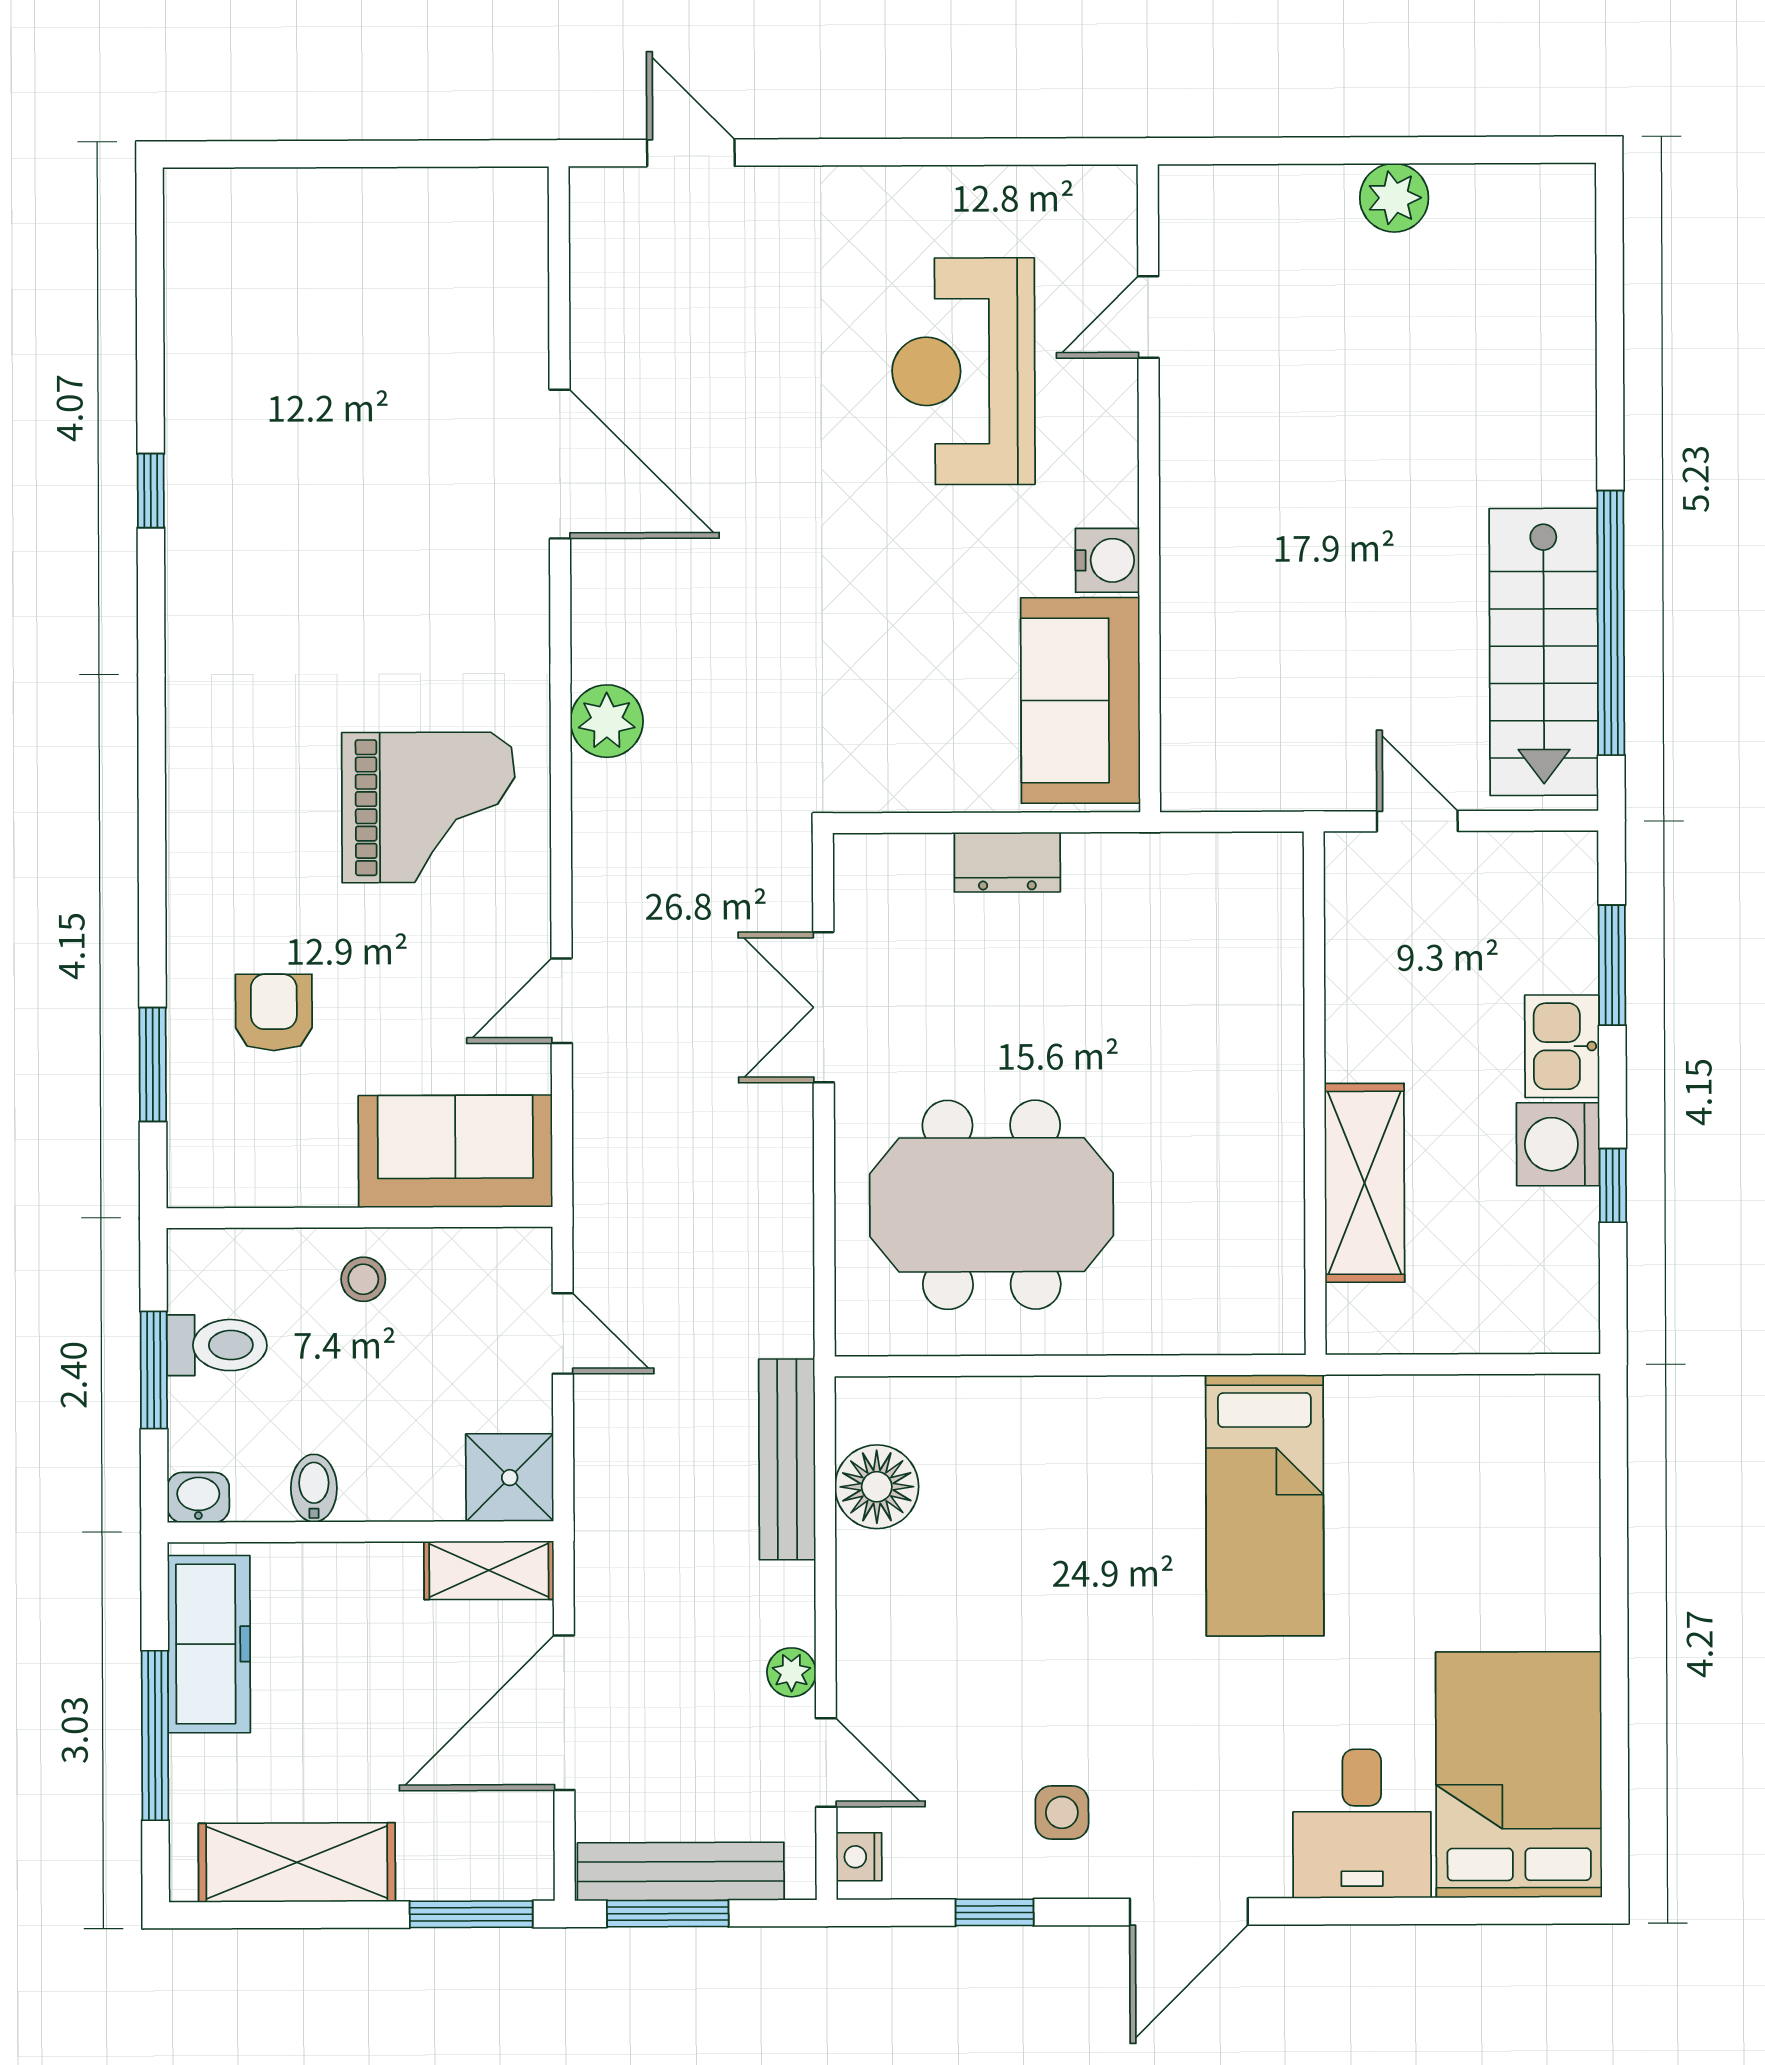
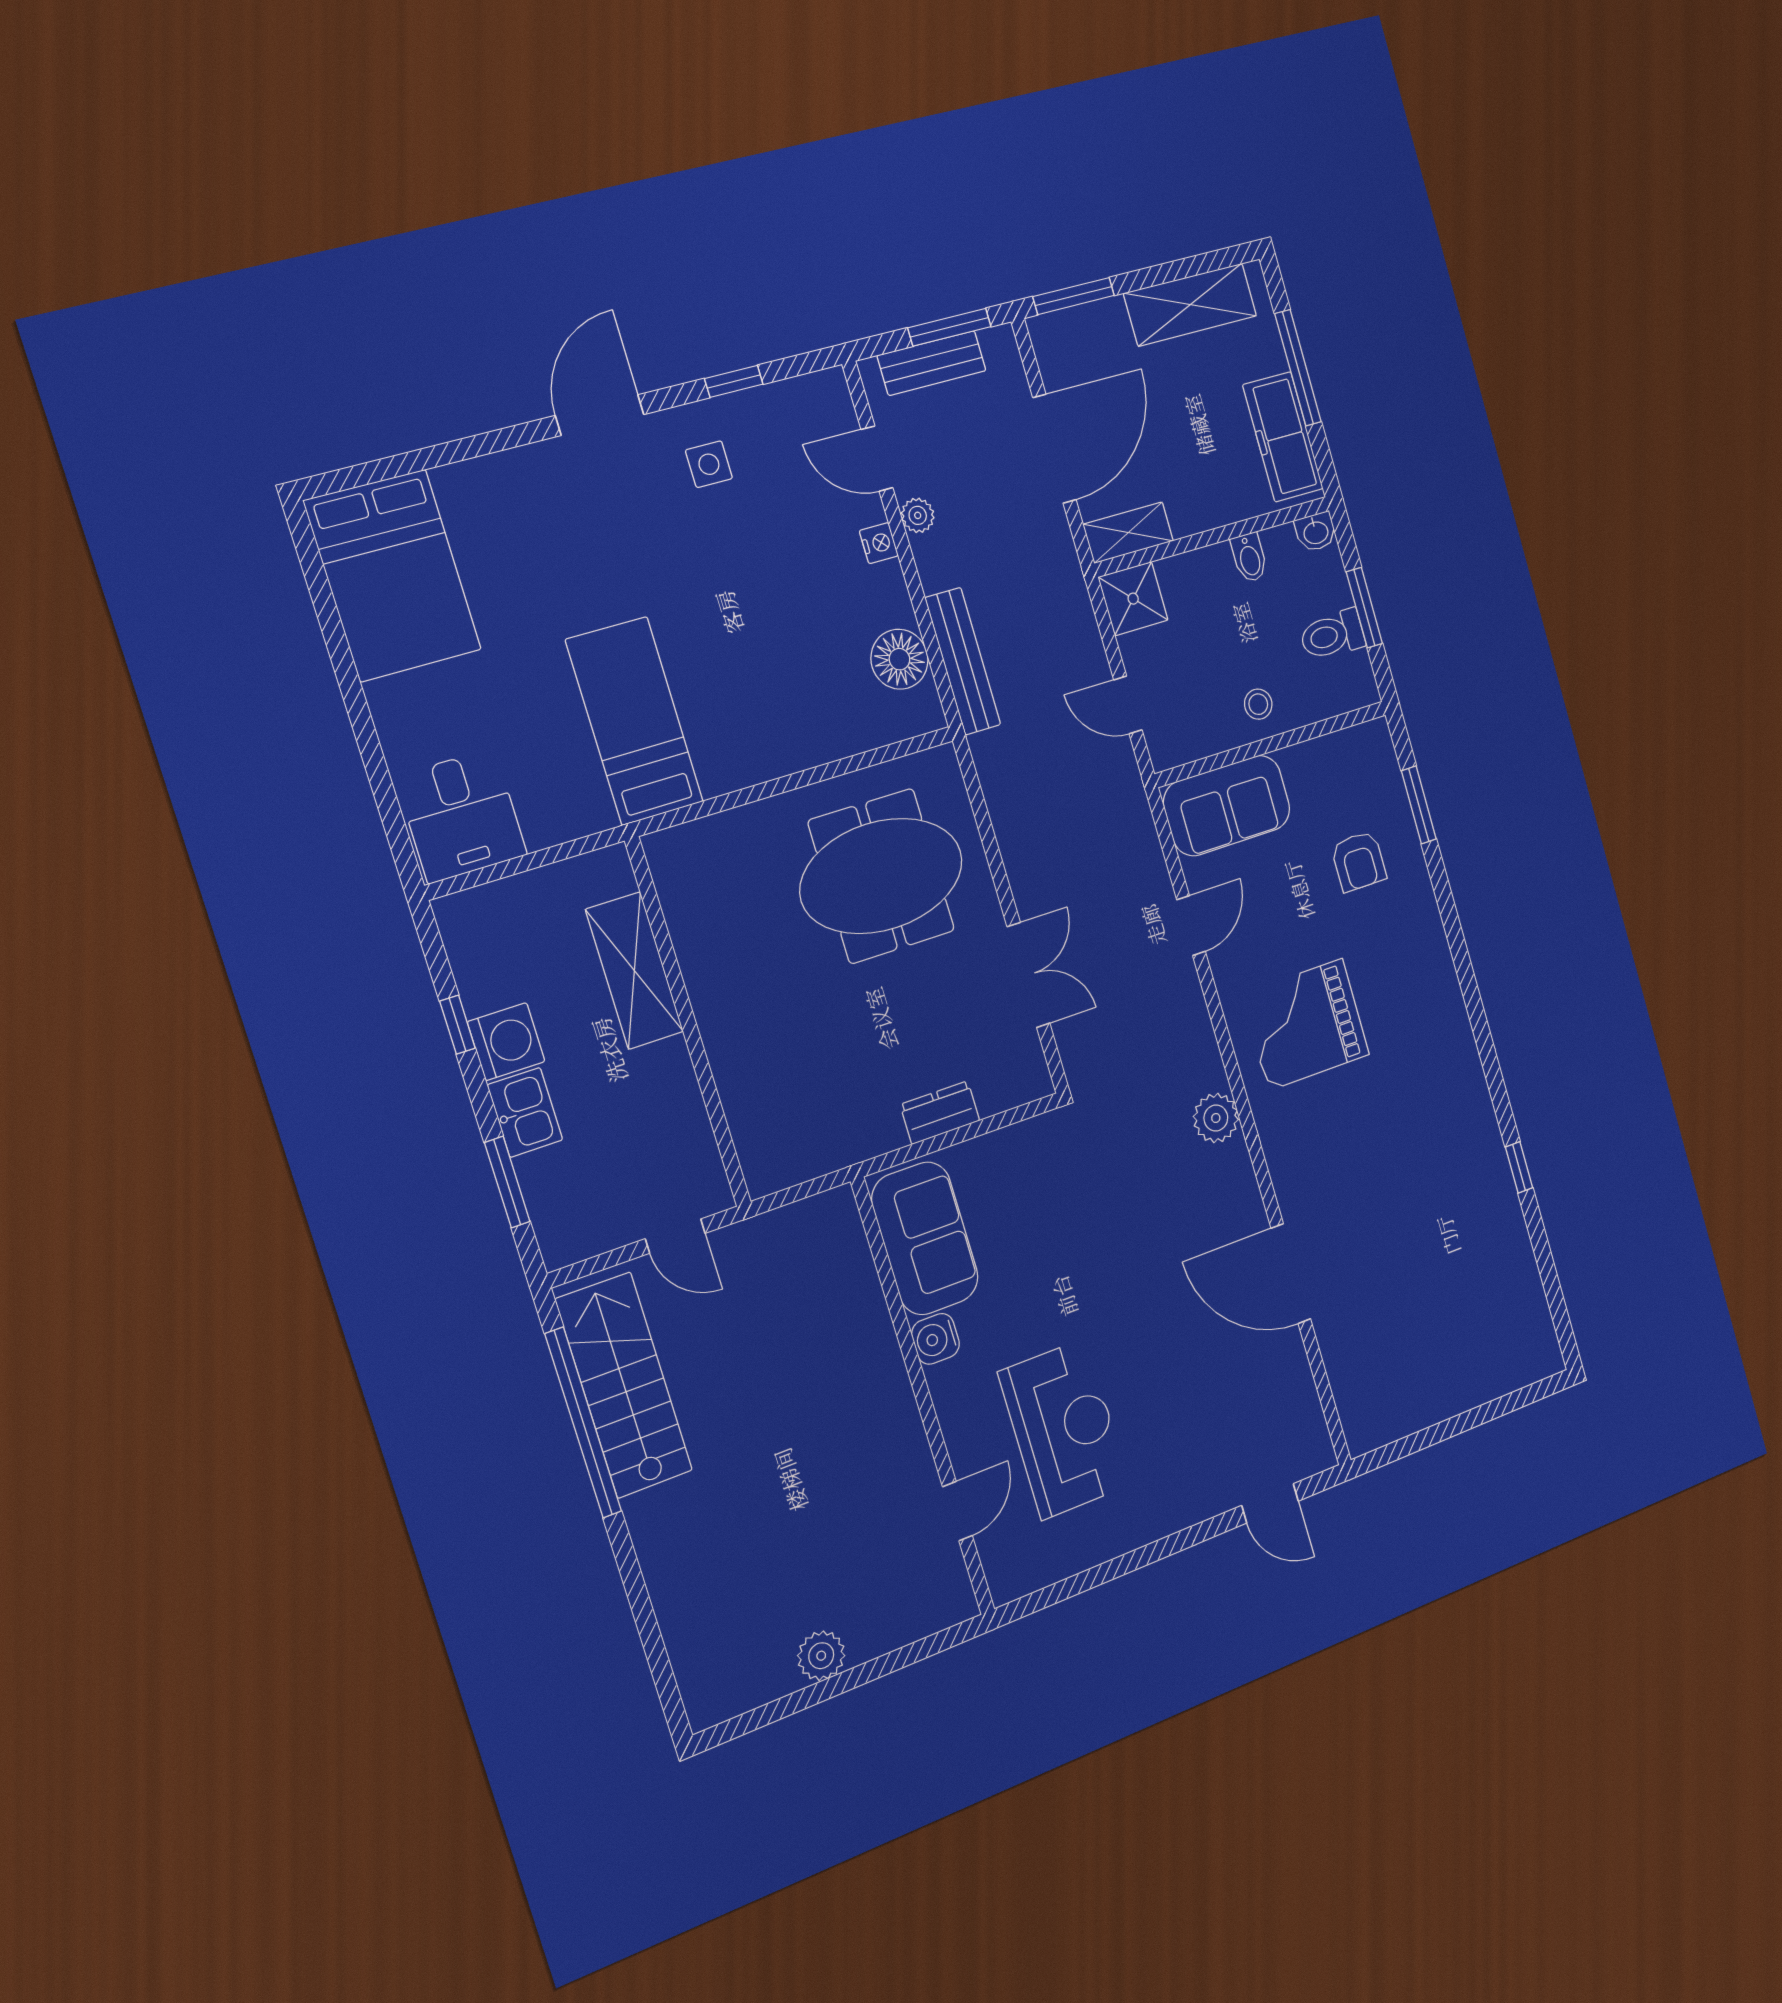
desk: (1362, 1824) -> (461, 816), moved, turned 180
nightstand: (859, 1857) -> (879, 543), moved
bench: (681, 1872) -> (932, 363), width x0.73

